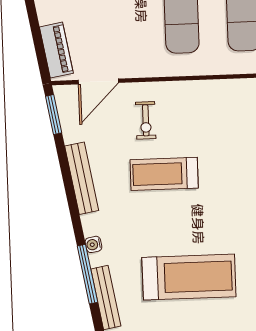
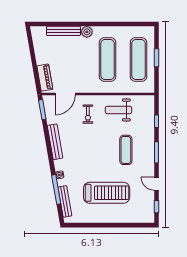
weight bench: (207, 110) -> (118, 110), added
treadmill: (164, 174) -> (96, 141), removed
exercise mat: (225, 190) -> (126, 150), added

